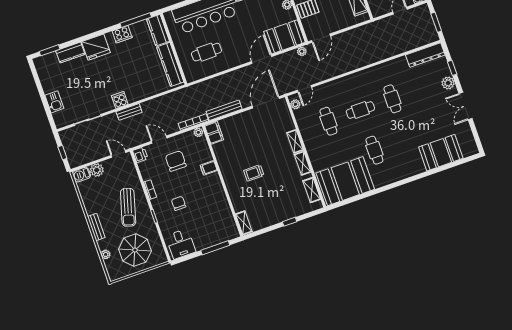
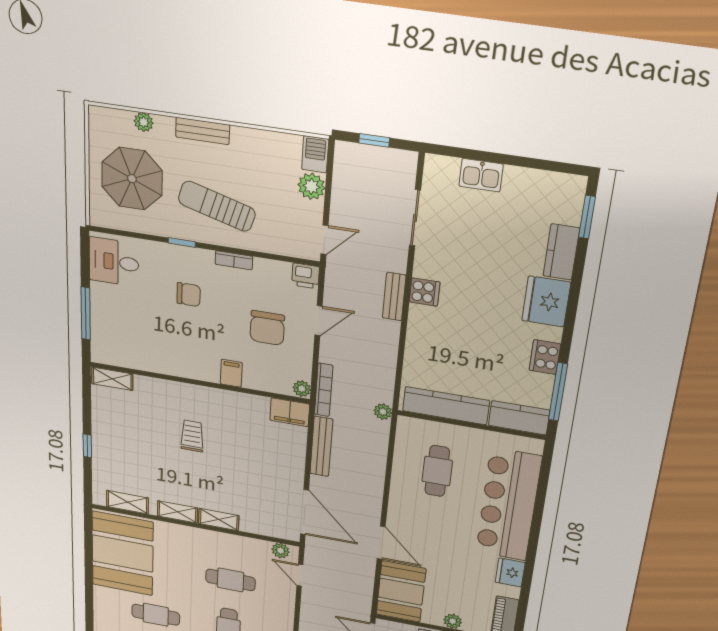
plant: (302, 51) -> (383, 412), moved
chair: (176, 161) -> (267, 328), turned 90

